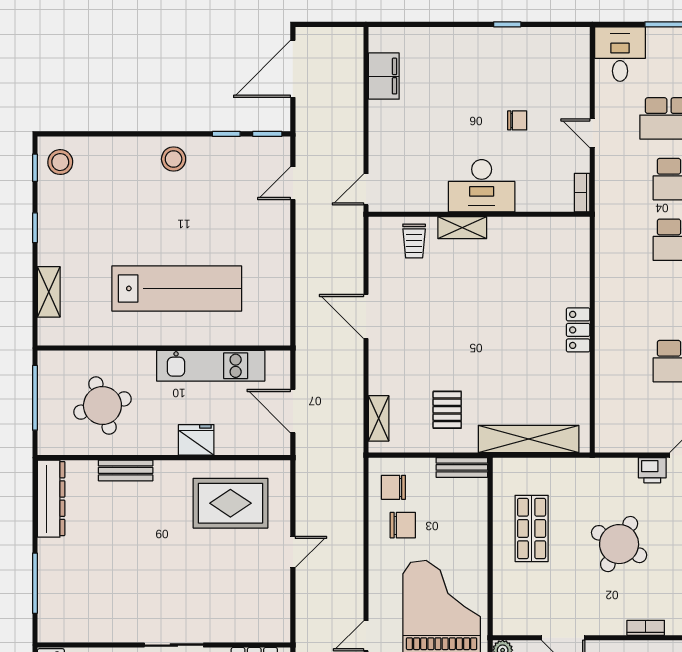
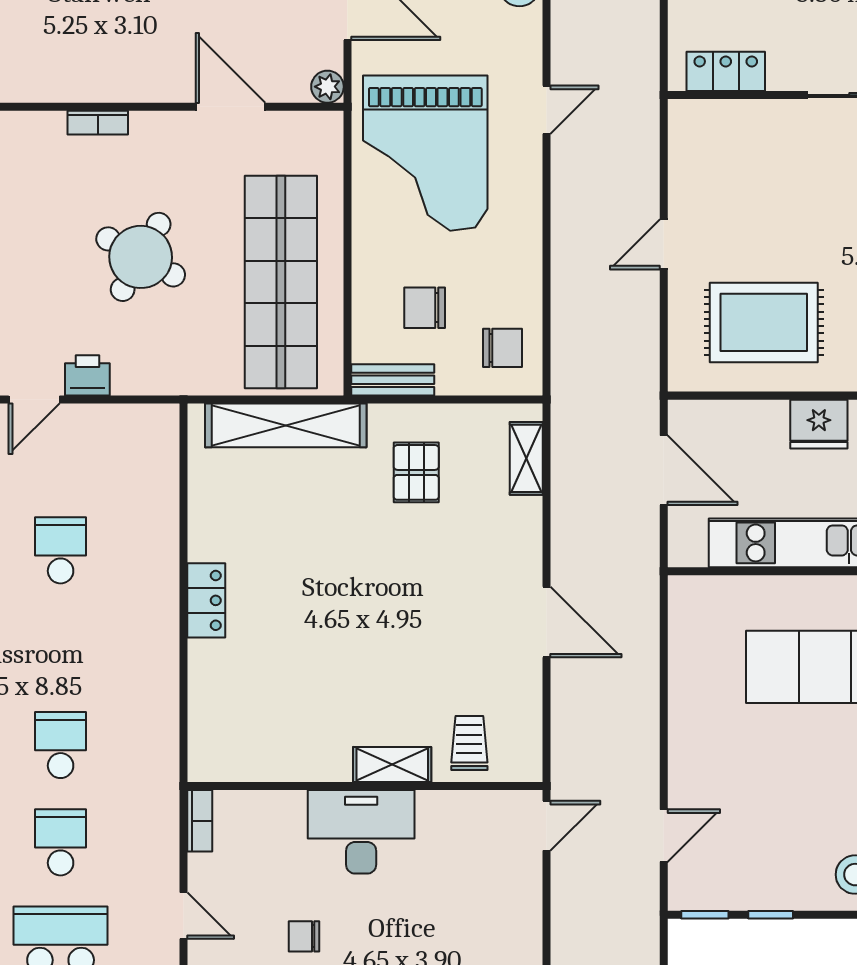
chair: (403, 525) -> (425, 308), moved
shop shelf: (532, 528) -> (281, 282), width x2.00, depth x1.36

